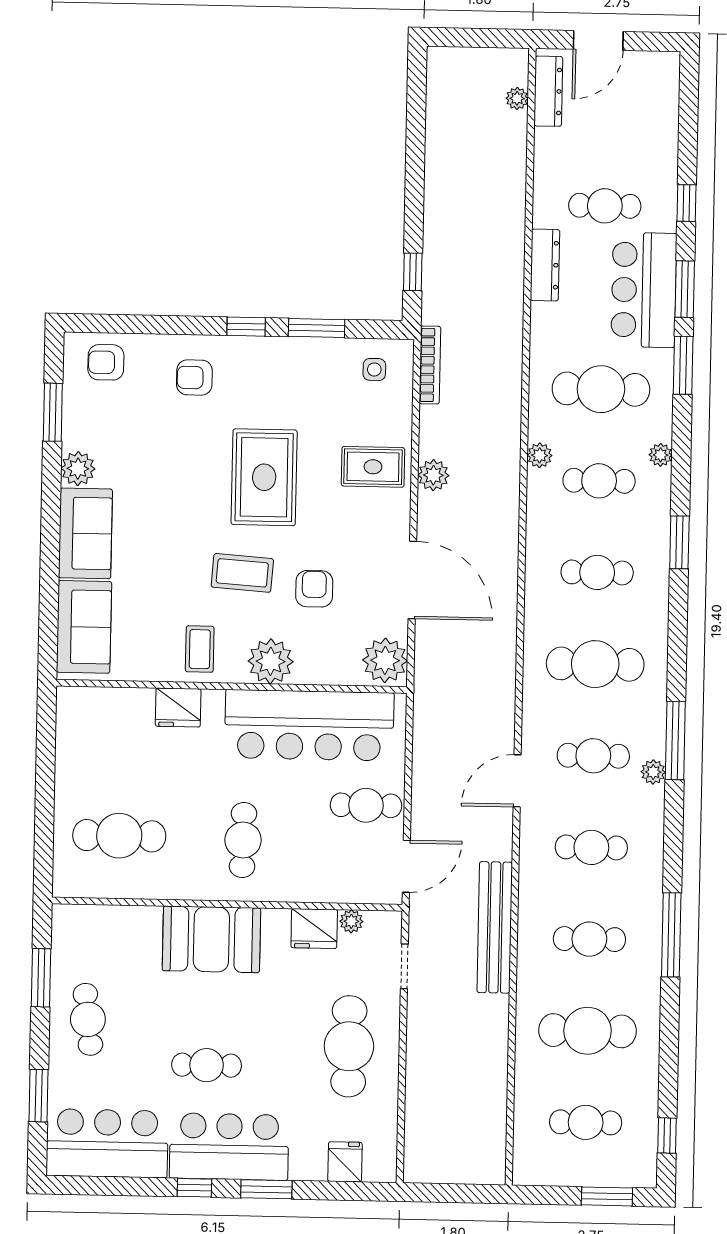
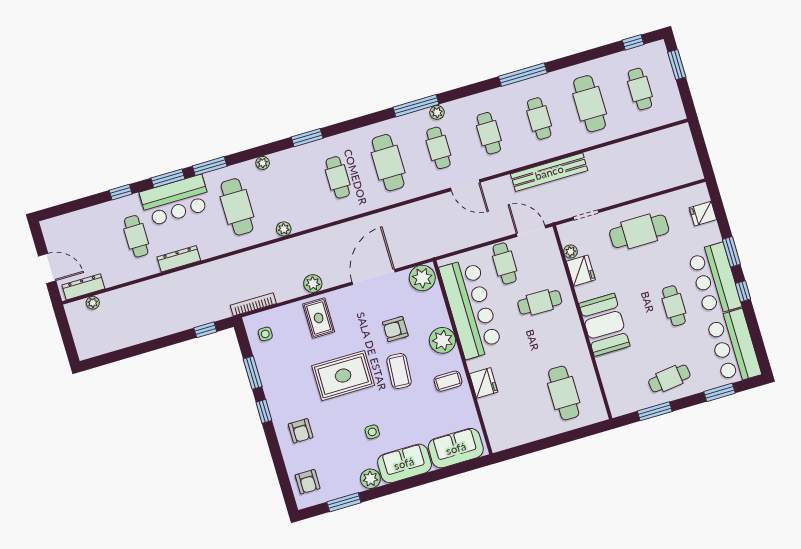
cafe table: (599, 481) -> (287, 192), removed
side table: (155, 496) -> (372, 432), added
cafe table: (243, 840) -> (540, 302), moved

